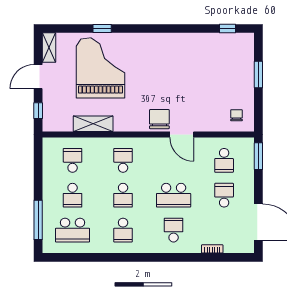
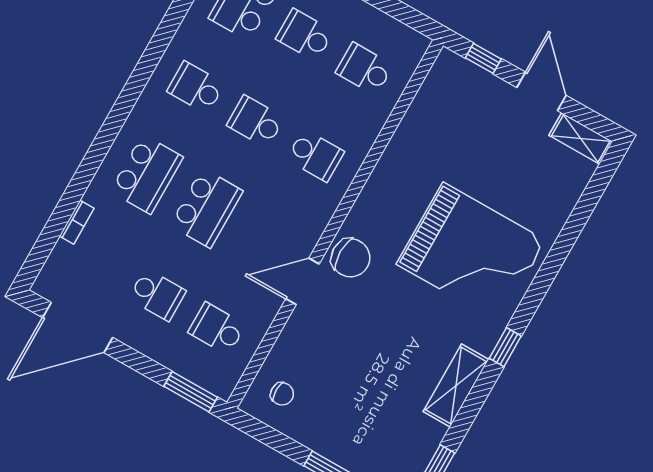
window: (102, 29) -> (505, 347), moved
grand piano: (100, 68) -> (471, 252), moved
shelving: (93, 124) -> (456, 386), moved
school desk: (73, 160) -> (364, 69), turned 180
school desk: (174, 195) -> (206, 208), turned 180
school desk: (174, 230) -> (147, 174), width x1.85

